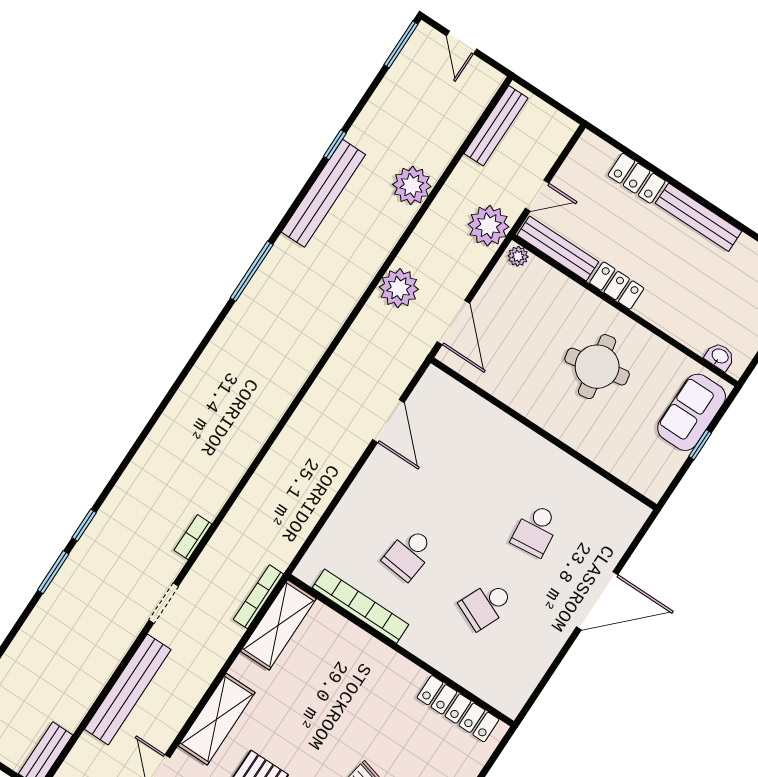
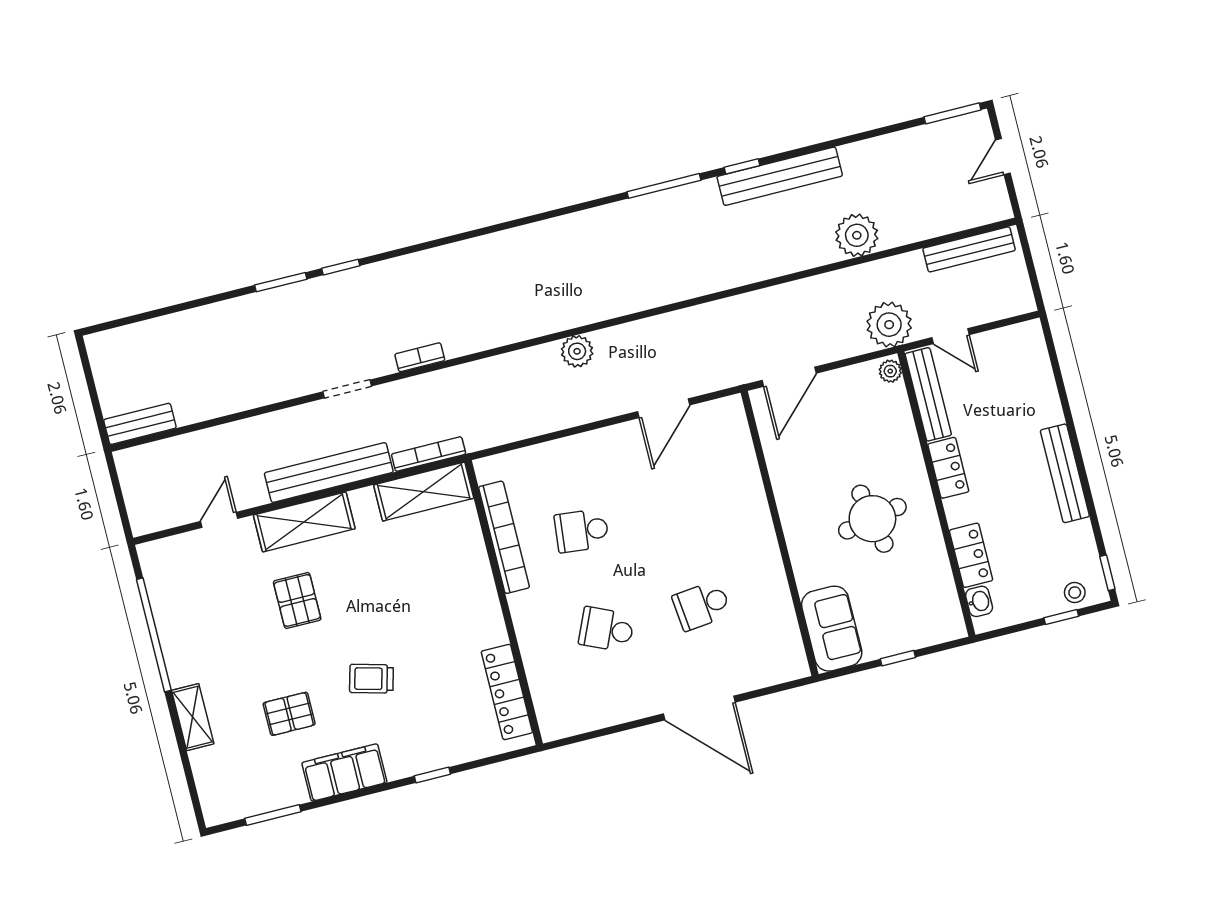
window: (335, 145) -> (742, 166), moved
locker: (637, 178) -> (971, 555), moved, turned 180
plant: (399, 288) -> (577, 351), moved, width x0.73, depth x0.73
sofa: (692, 412) -> (832, 629), moved, turned 90
bench: (128, 689) -> (329, 473), moved

